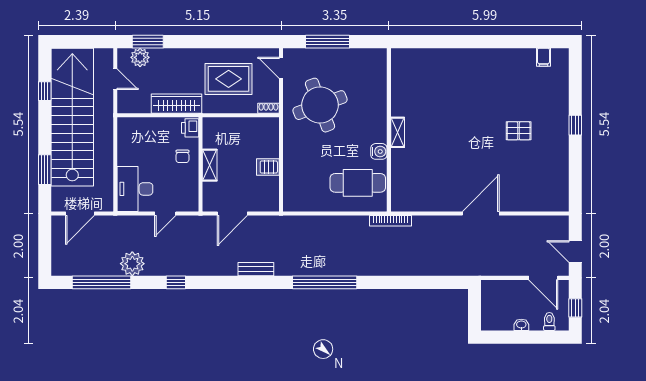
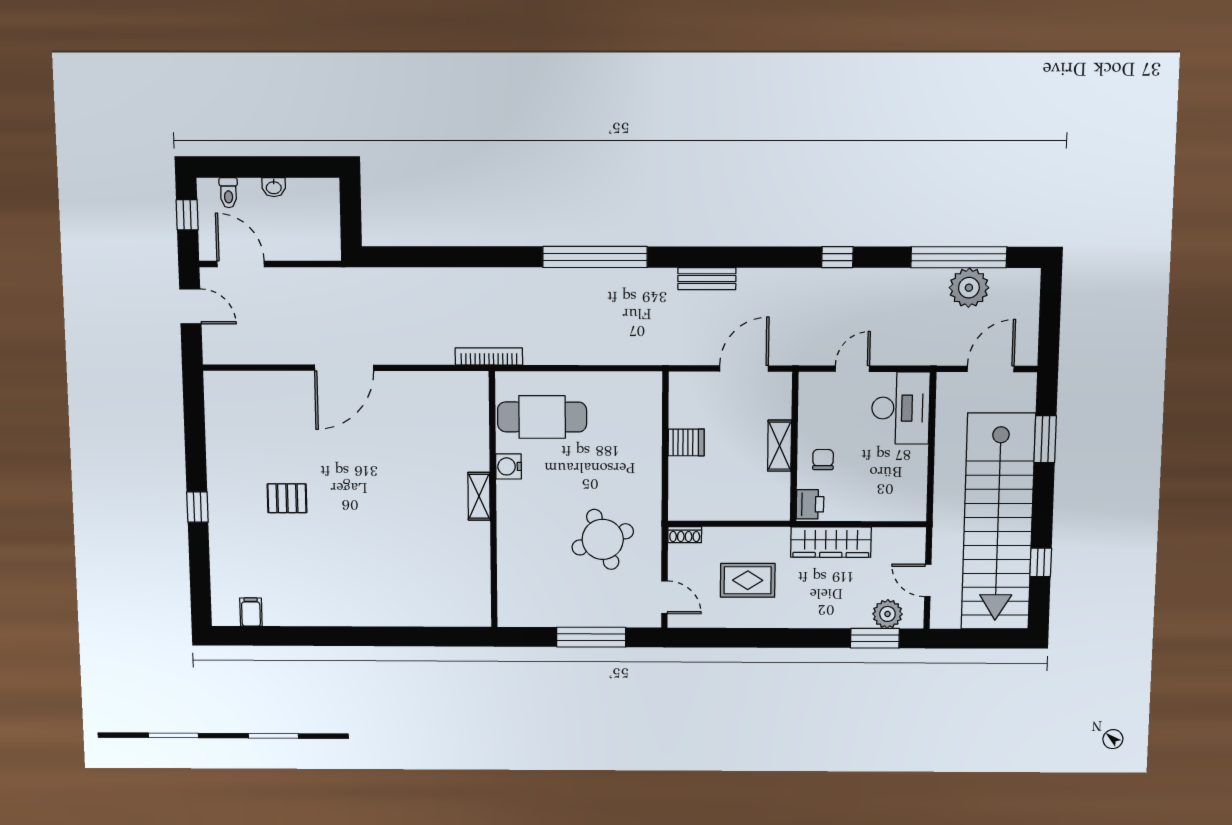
rug: (229, 79) -> (748, 580), width x0.73, depth x0.70
round table: (320, 105) -> (603, 539), width x0.73, depth x0.73
plant: (132, 264) -> (969, 288), moved

